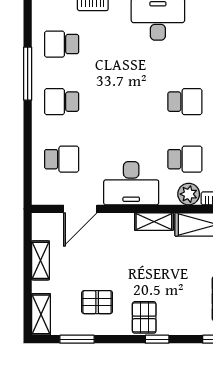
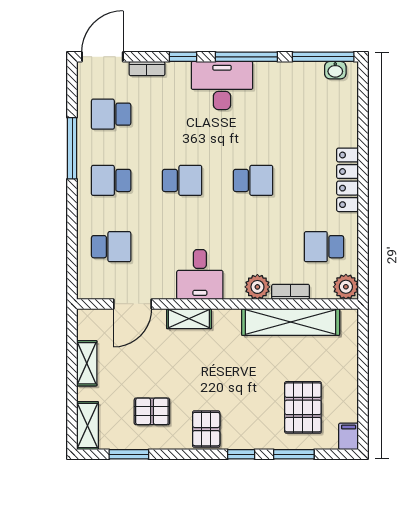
school desk: (185, 159) -> (182, 180), moved
desk: (131, 183) -> (200, 274), width x0.73
shelving: (154, 222) -> (189, 319), moved
window: (157, 339) -> (241, 454), moved

